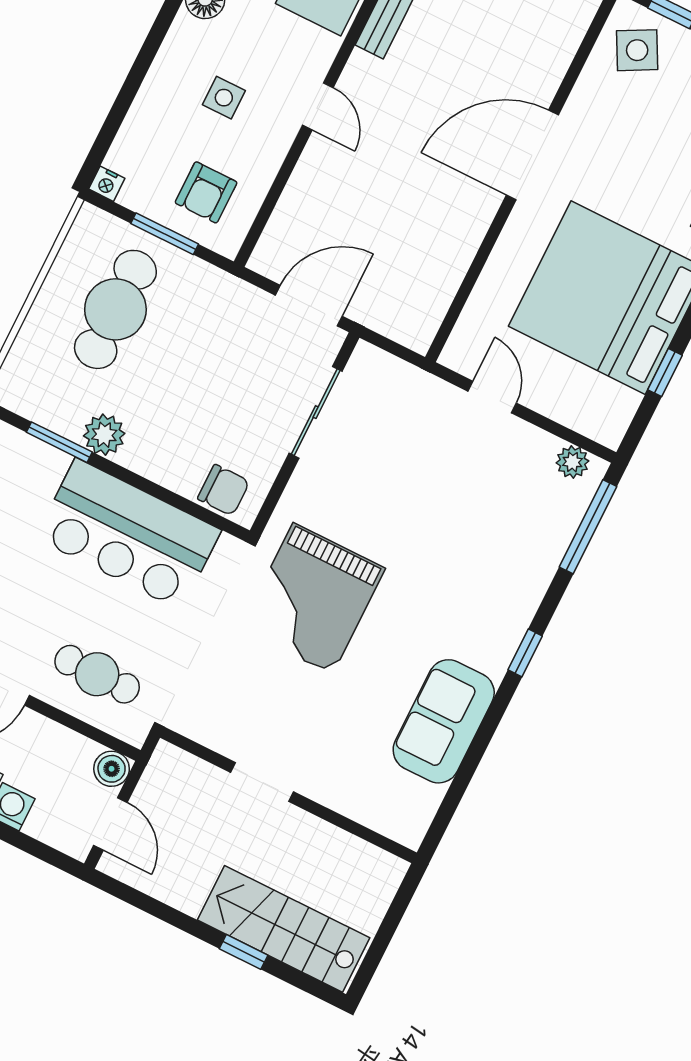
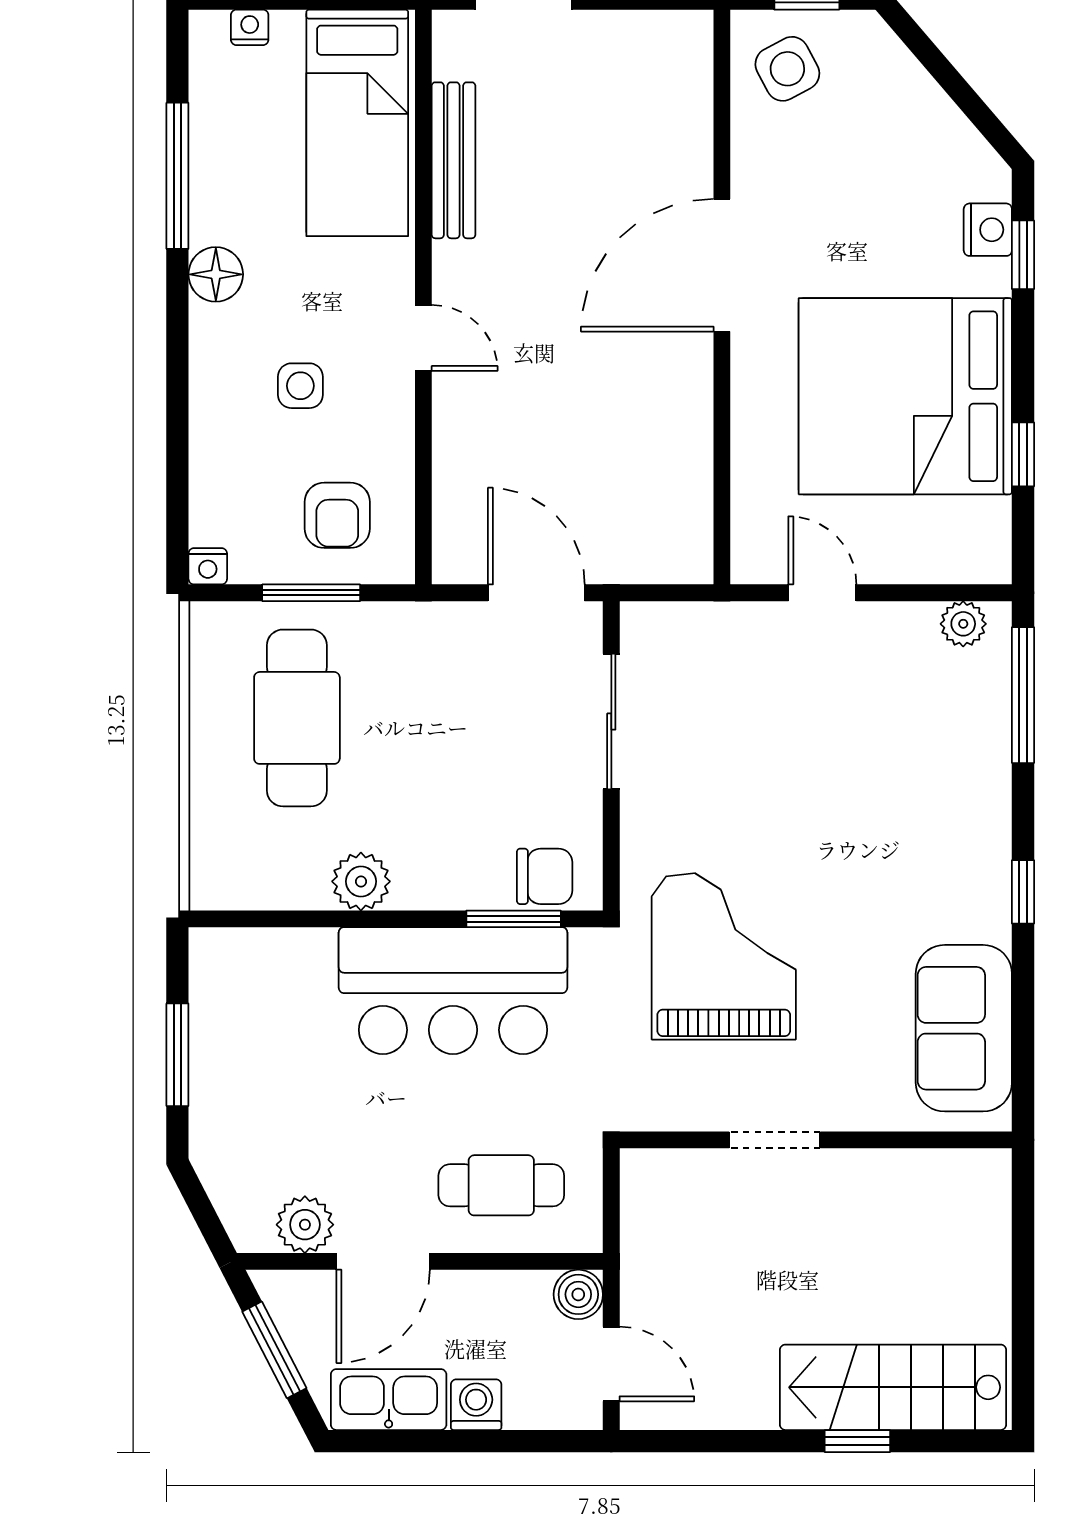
door: (309, 306) -> (536, 593), hinge flipped
window: (59, 442) -> (514, 919), moved
grand piano: (313, 599) -> (724, 956), turned 180
doorway: (262, 782) -> (775, 1140), moved
wall: (288, 795) -> (816, 1140), moved

